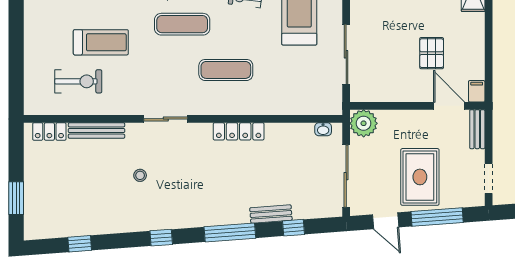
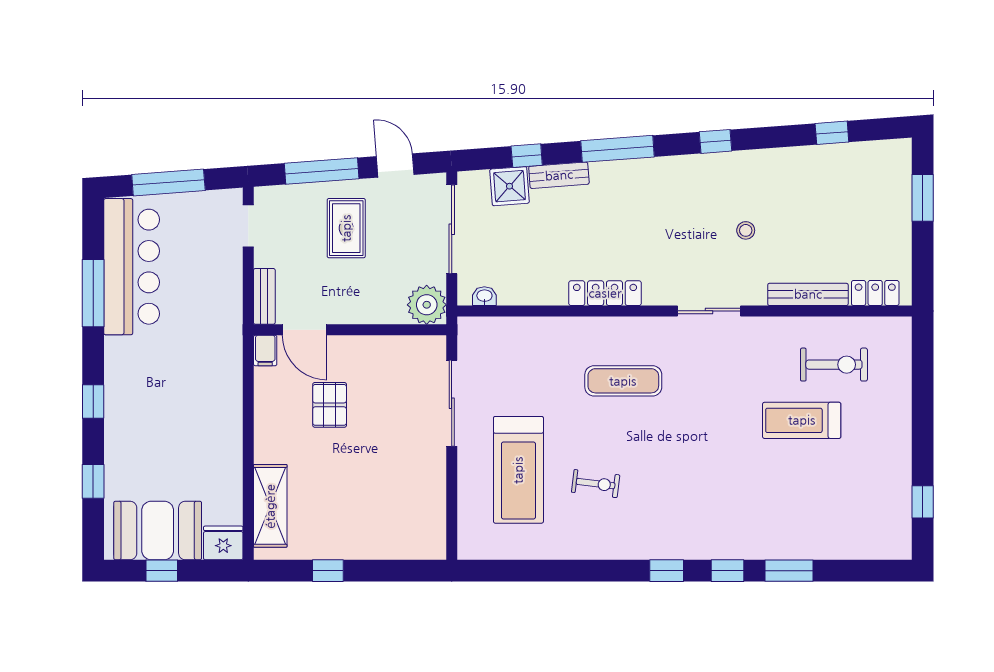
exercise mat: (182, 24) -> (686, 446), removed
exercise bike: (78, 81) -> (834, 365), turned 180
rug: (420, 177) -> (346, 228), width x0.73, depth x0.70
shower: (306, 206) -> (509, 186), added

